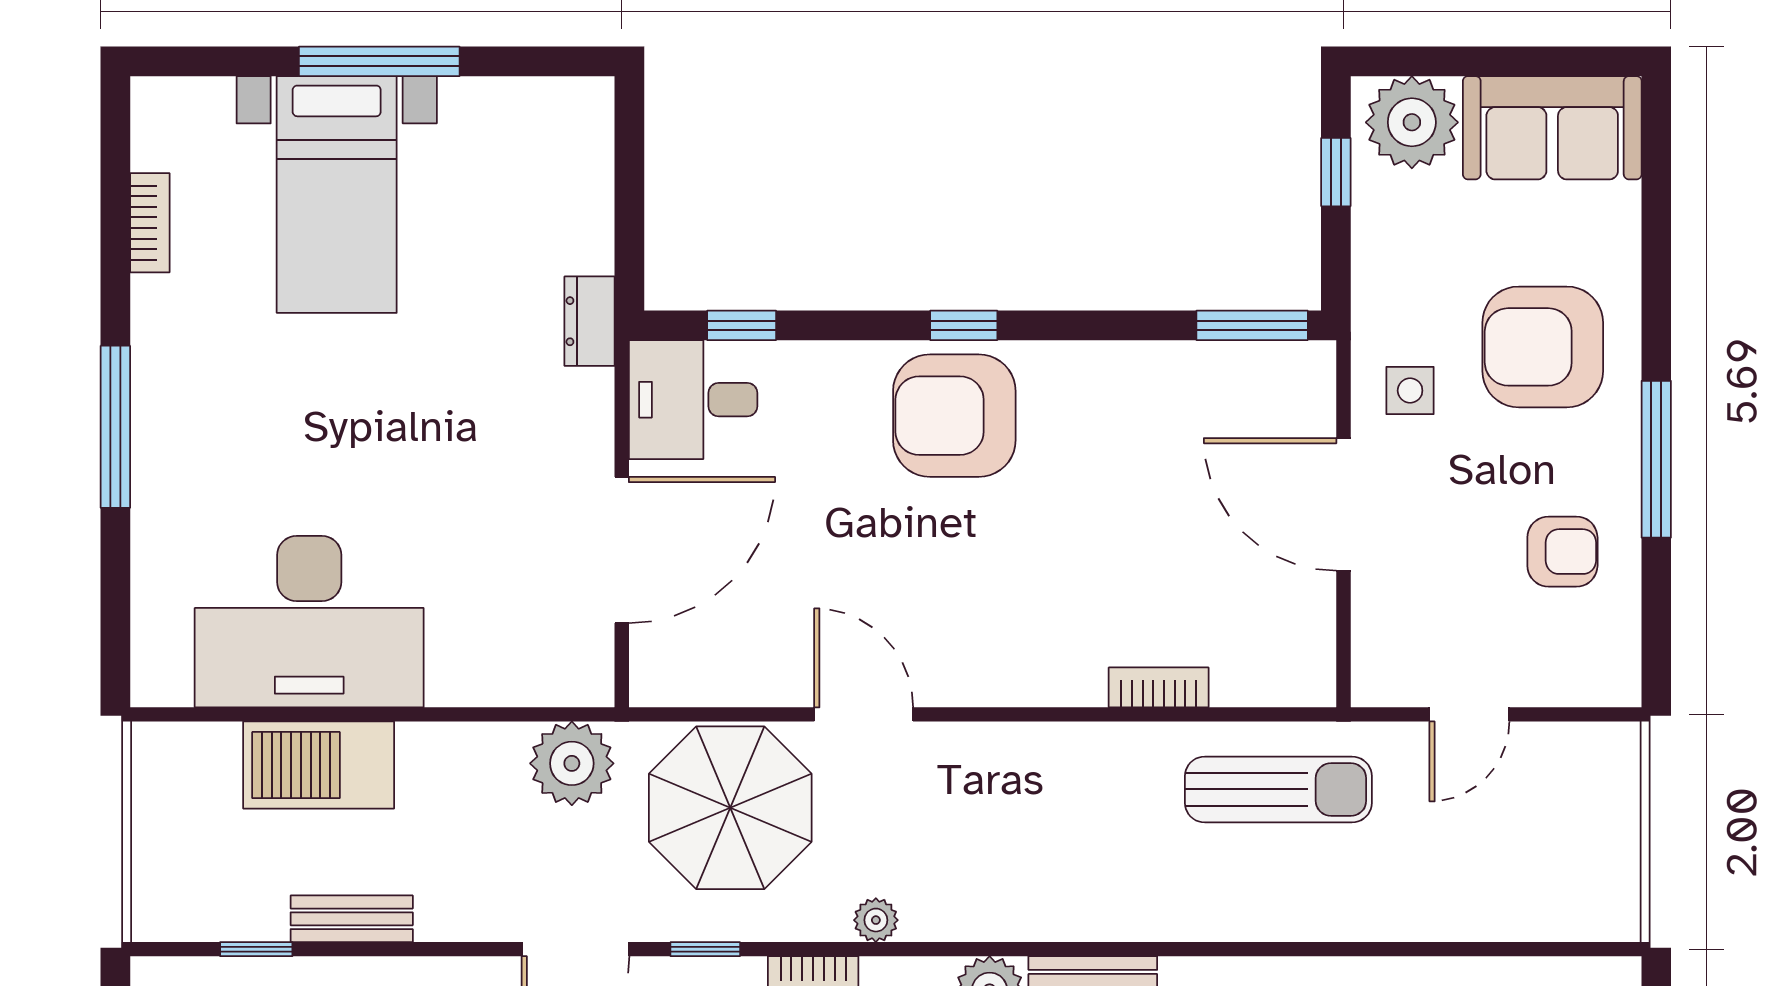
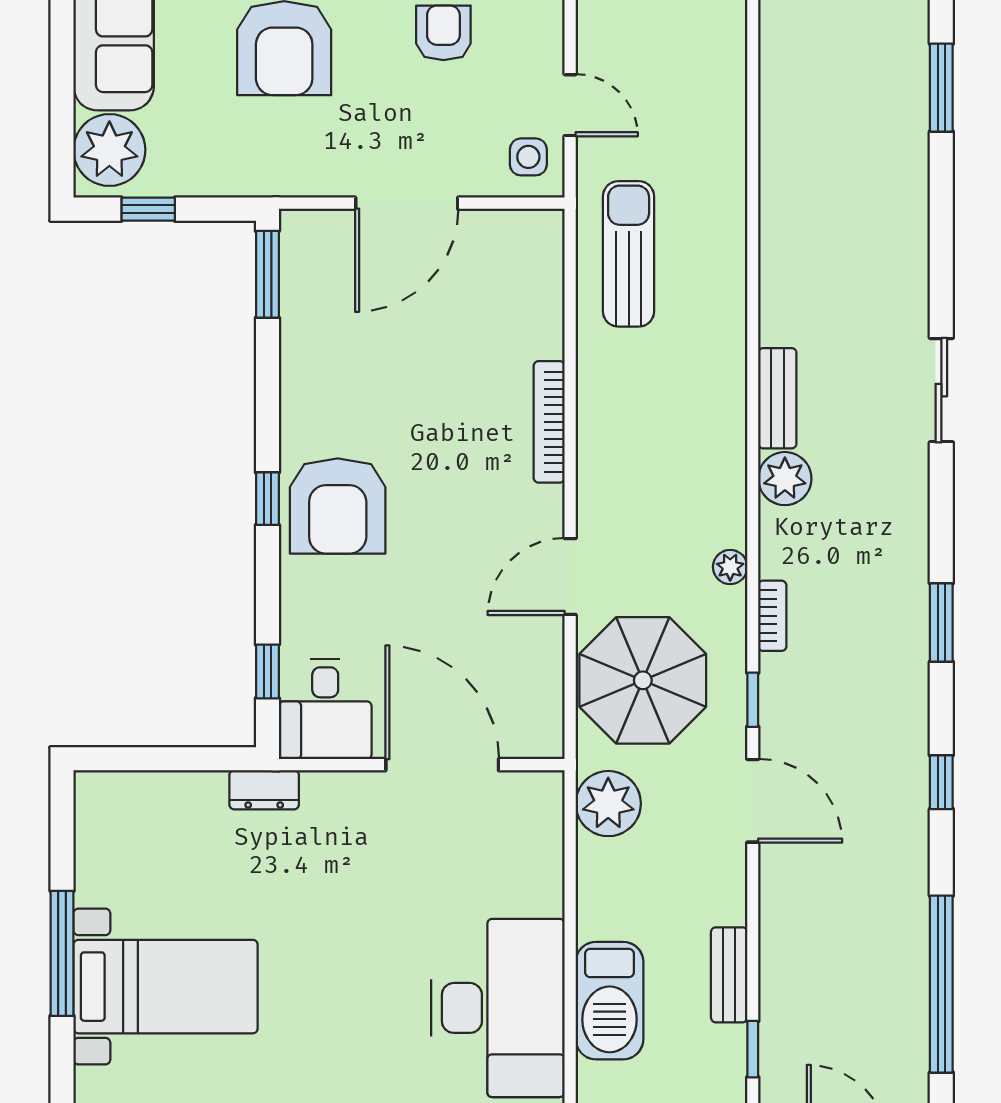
side table: (1410, 391) -> (528, 157), moved
bookcase: (1159, 687) -> (549, 422), moved, width x1.56

